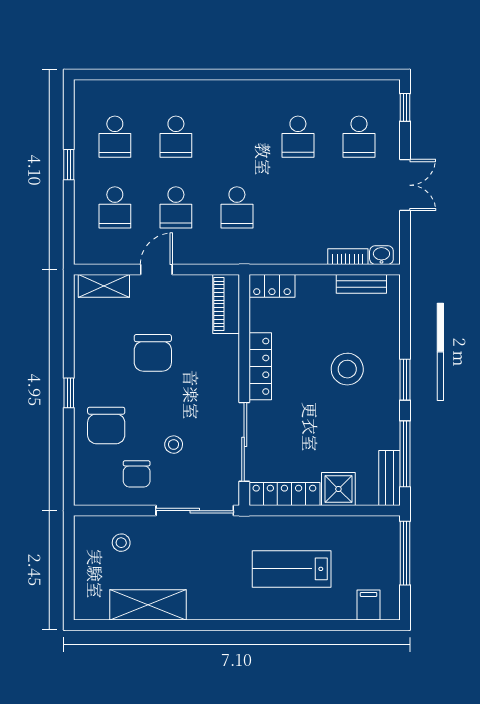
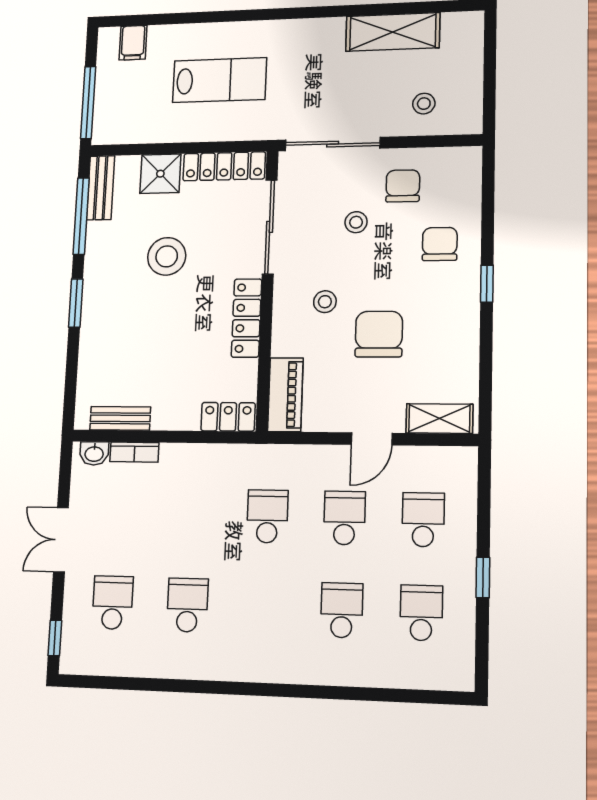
stool: (347, 369) -> (167, 256), moved
stool: (197, 379) -> (325, 302), added
chair: (106, 425) -> (440, 244), width x0.73, depth x0.73

